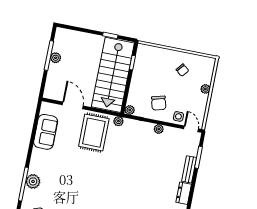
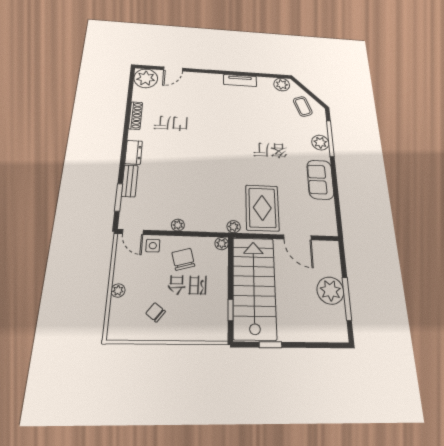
plant: (56, 58) -> (330, 291), width x1.88, depth x1.88
sofa: (46, 132) -> (320, 180), moved

